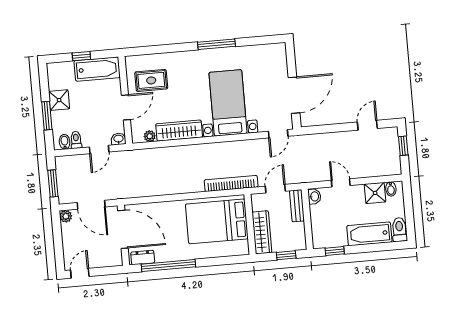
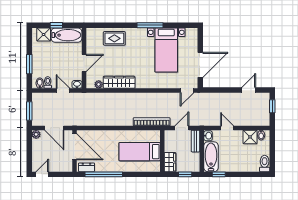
rug: (151, 80) -> (114, 38), moved
shower: (59, 100) -> (44, 35), moved
bed with nightstands: (228, 103) -> (166, 50), moved, turned 180
door: (99, 149) -> (63, 90), swing flipped
bed: (217, 221) -> (140, 152), width x0.67
wardrobe: (262, 232) -> (170, 162), width x0.67
bathtub: (369, 234) -> (211, 157), moved, turned 90

